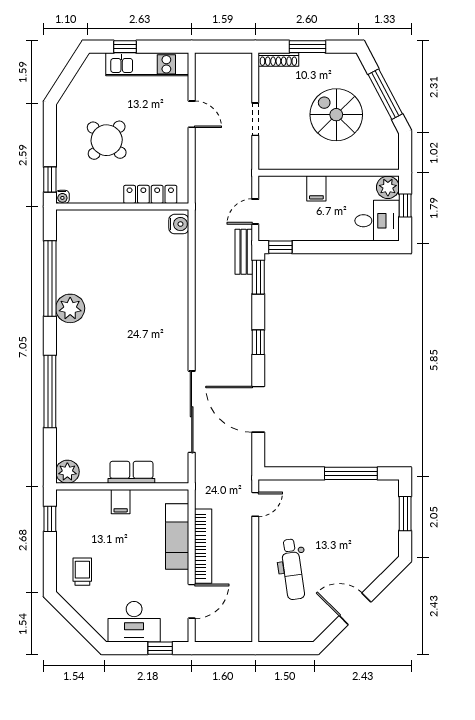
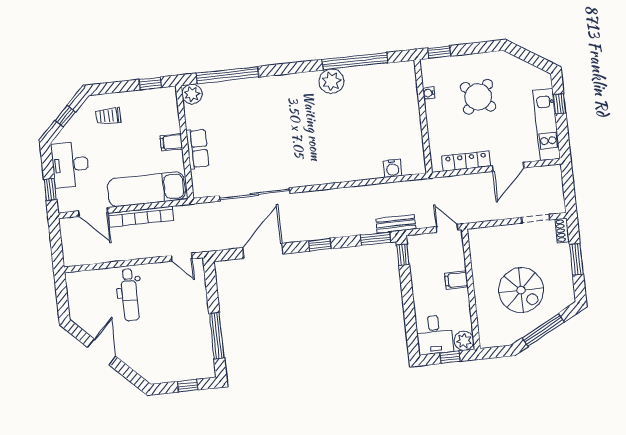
shoe rack: (278, 60) -> (562, 231), width x0.70
door: (192, 114) -> (508, 167), width x1.38
spiral stairs: (336, 115) -> (521, 290), turned 90
doorway: (255, 119) -> (535, 219), moved
locker: (150, 194) -> (466, 161), moved, turned -90
water cooler: (62, 197) -> (429, 93), moved
door: (255, 212) -> (447, 228), moved
water cooler: (179, 224) -> (393, 168), moved
window: (50, 392) -> (227, 75), moved
window: (405, 514) -> (188, 386), width x0.67
exam couch: (177, 537) -> (146, 189), width x1.36, depth x1.45
dental chair: (292, 569) -> (130, 295), turned -82
trolley: (82, 572) -> (108, 116), turned 180
window: (77, 621) -> (65, 116), added

